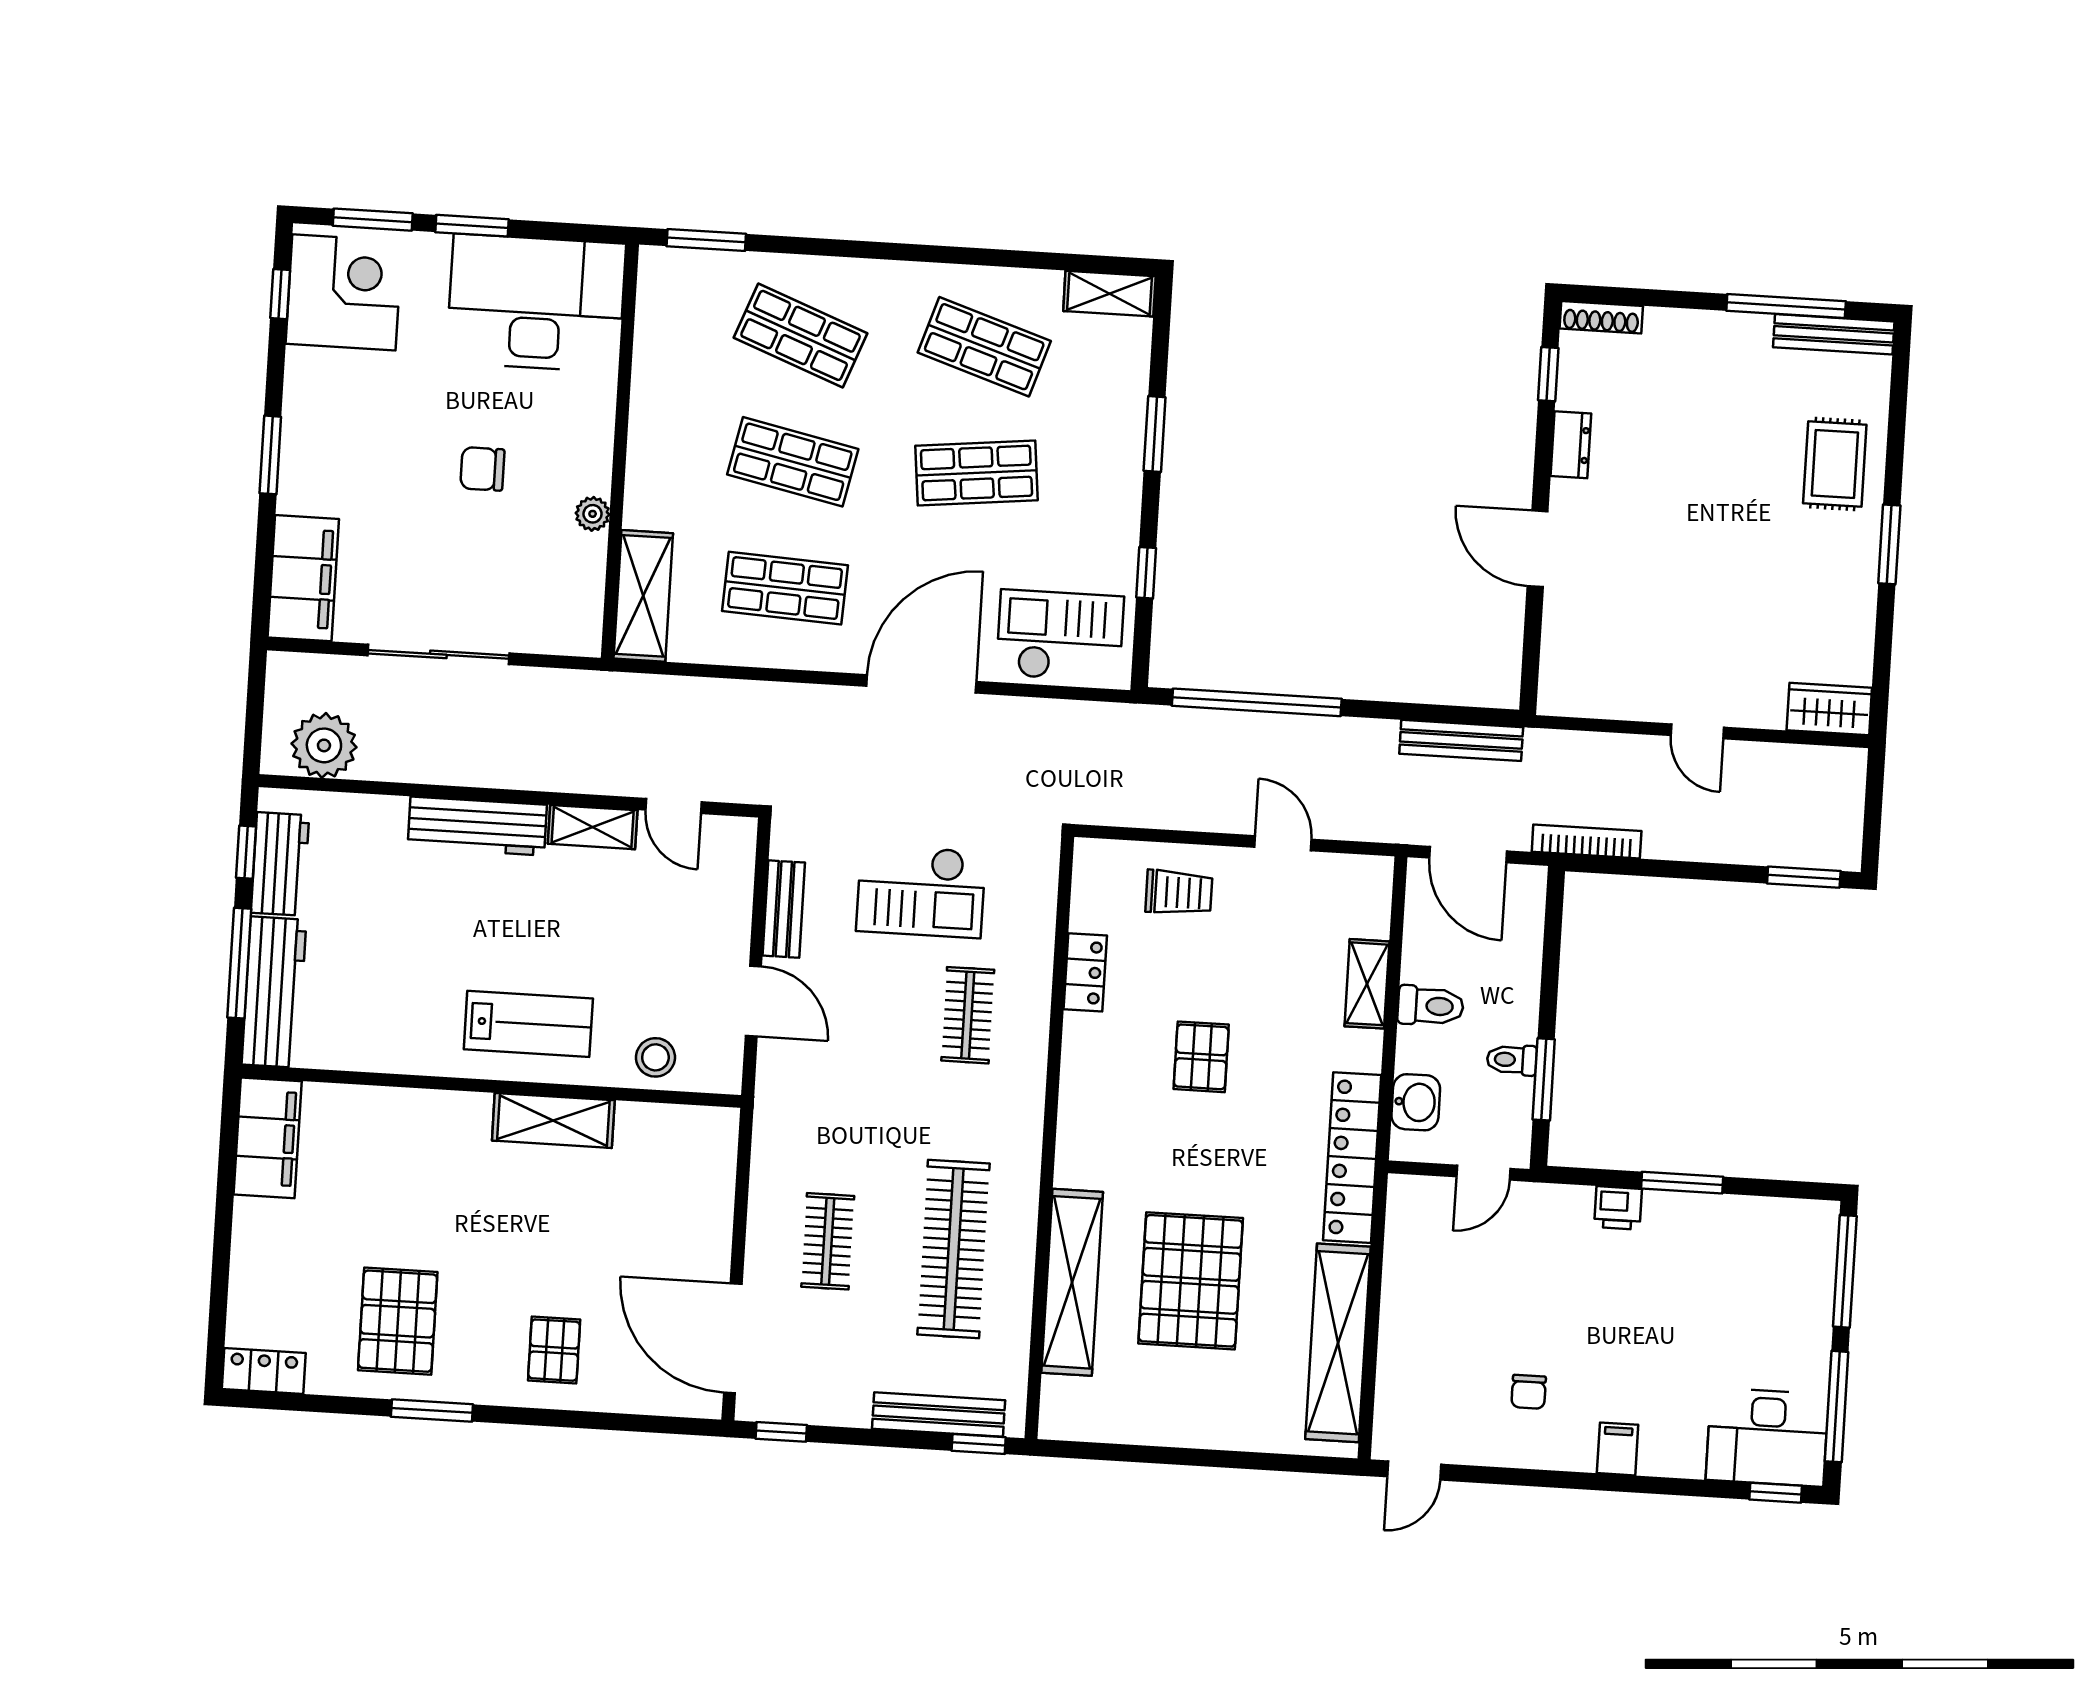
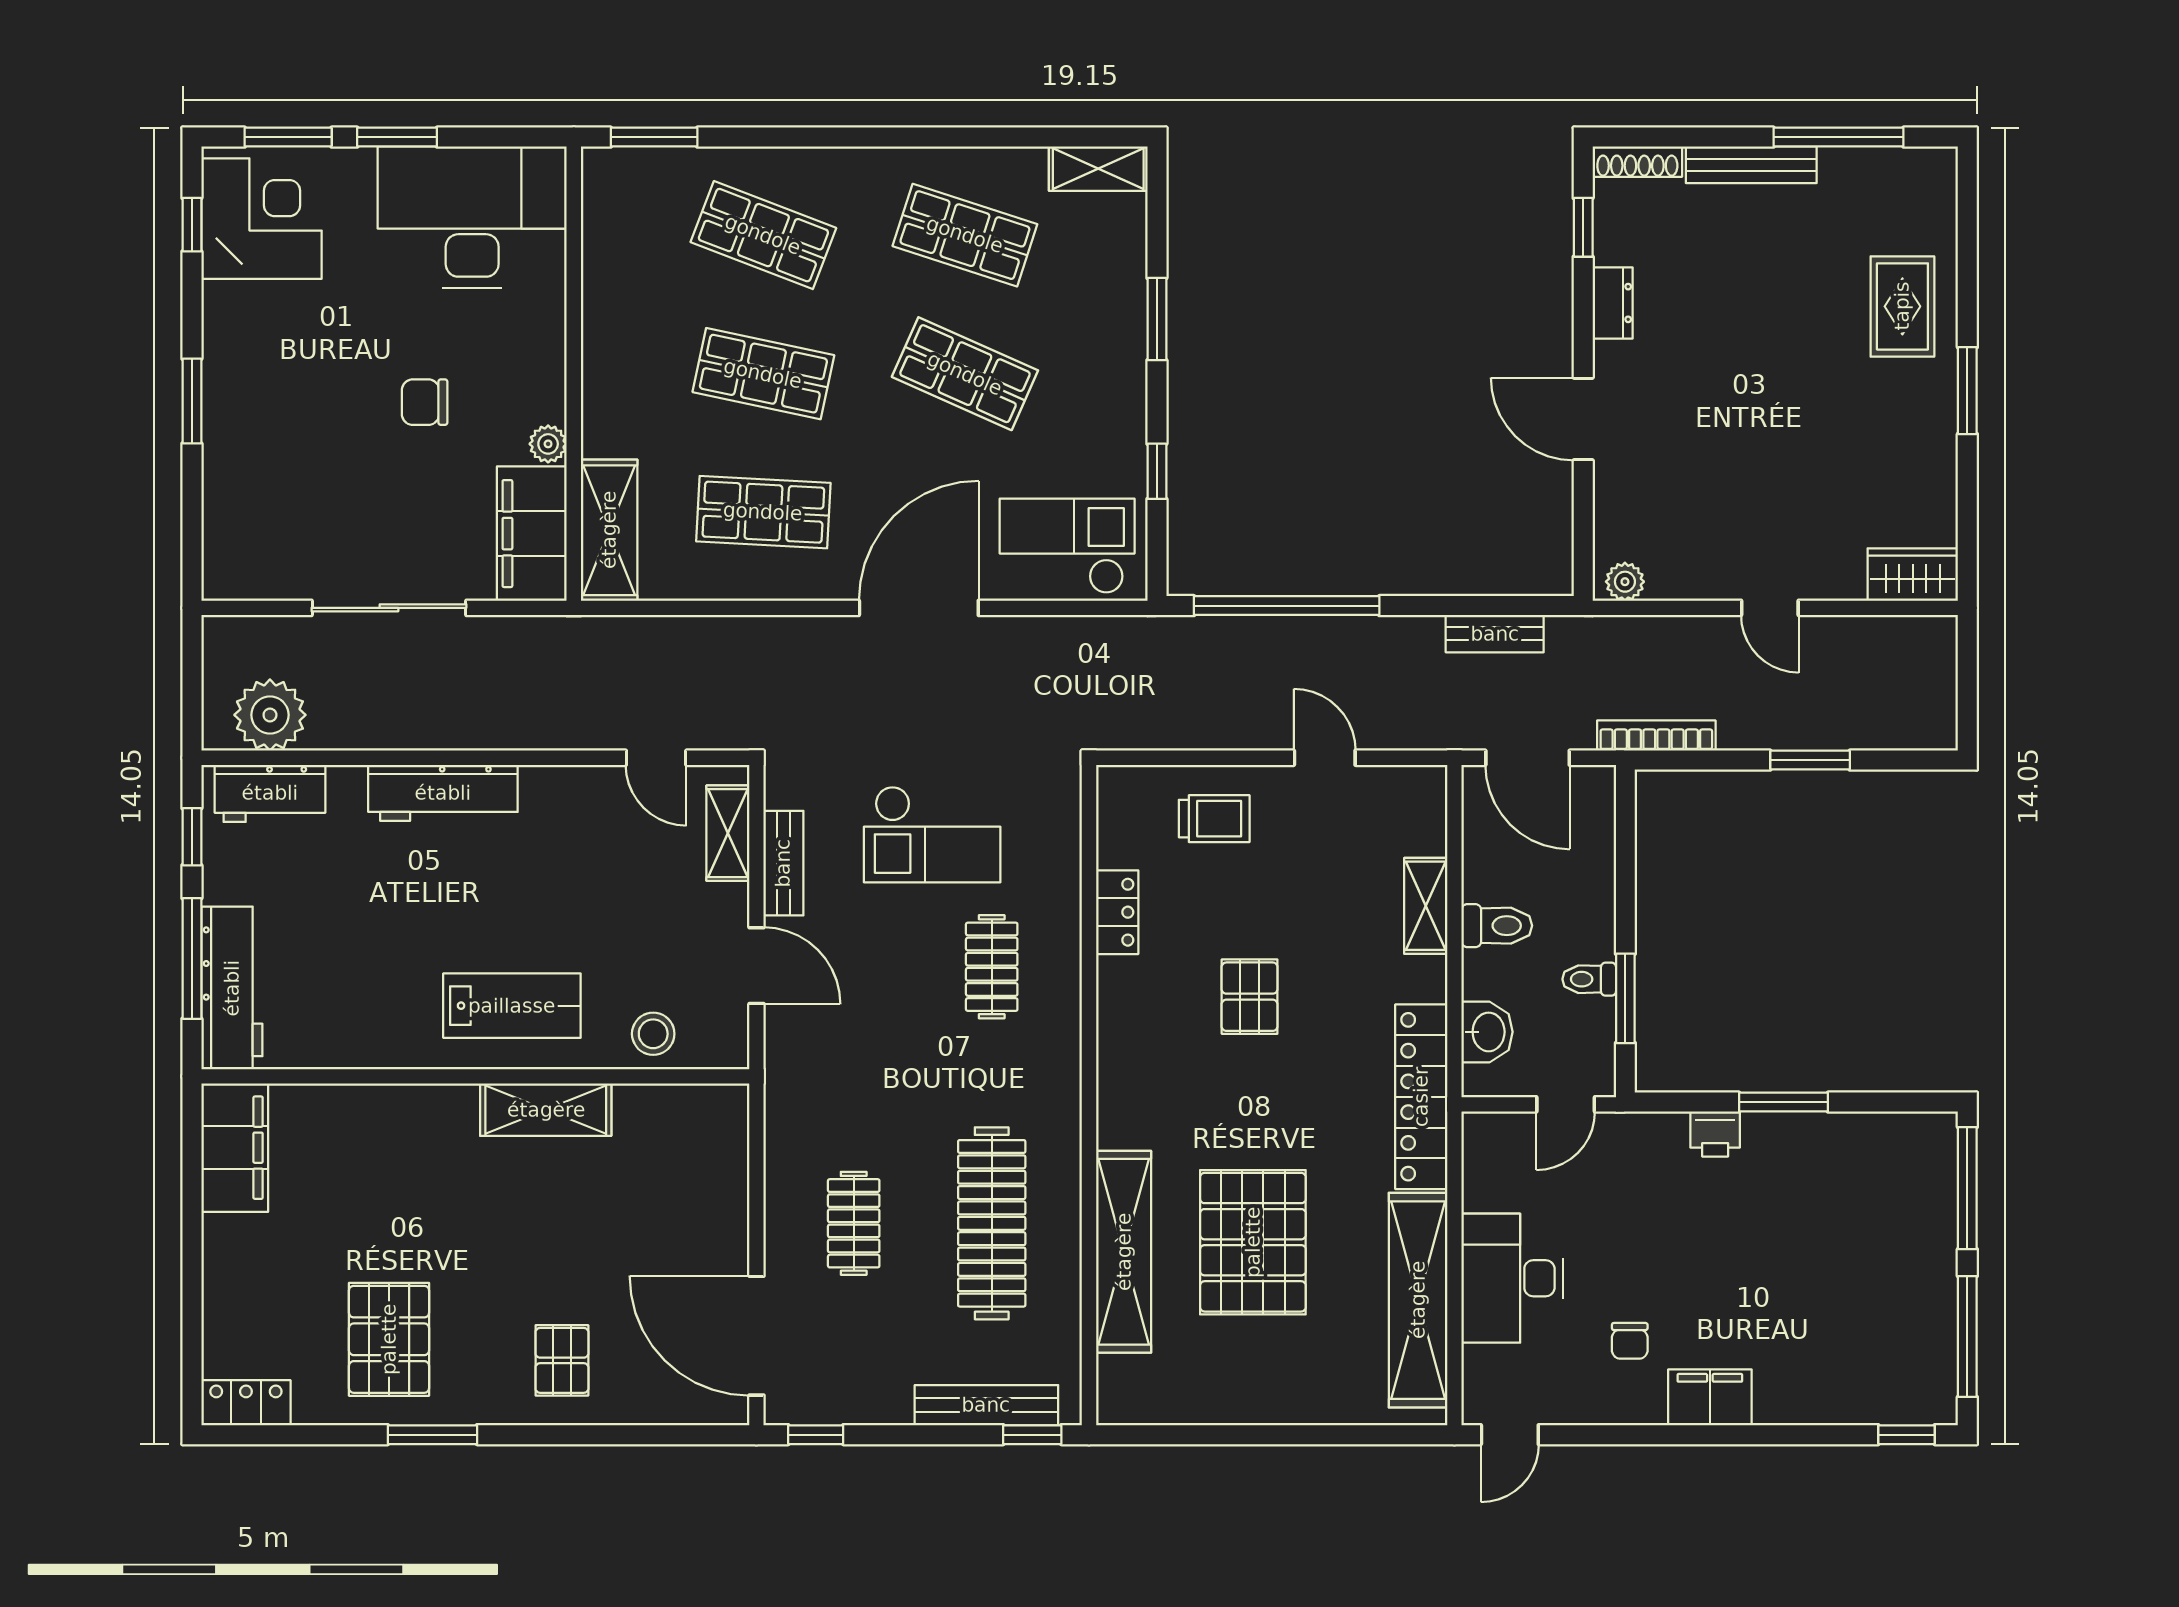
bench: (1834, 334) -> (1751, 165), moved
shop shelf: (977, 473) -> (965, 374), turned 30
filing cabinet: (303, 578) -> (532, 534), moved, turned 180
plant: (1567, 699) -> (1625, 582), added
bench: (1461, 740) -> (1495, 634), width x0.73
shelving: (593, 827) -> (728, 833), moved, turned 90
workbench: (280, 864) -> (270, 793), moved, turned 90
window: (1804, 877) -> (1810, 760), moved
desk: (1767, 1437) -> (1512, 1278), moved, turned 90
filing cabinet: (1618, 1449) -> (1710, 1397), width x2.00

